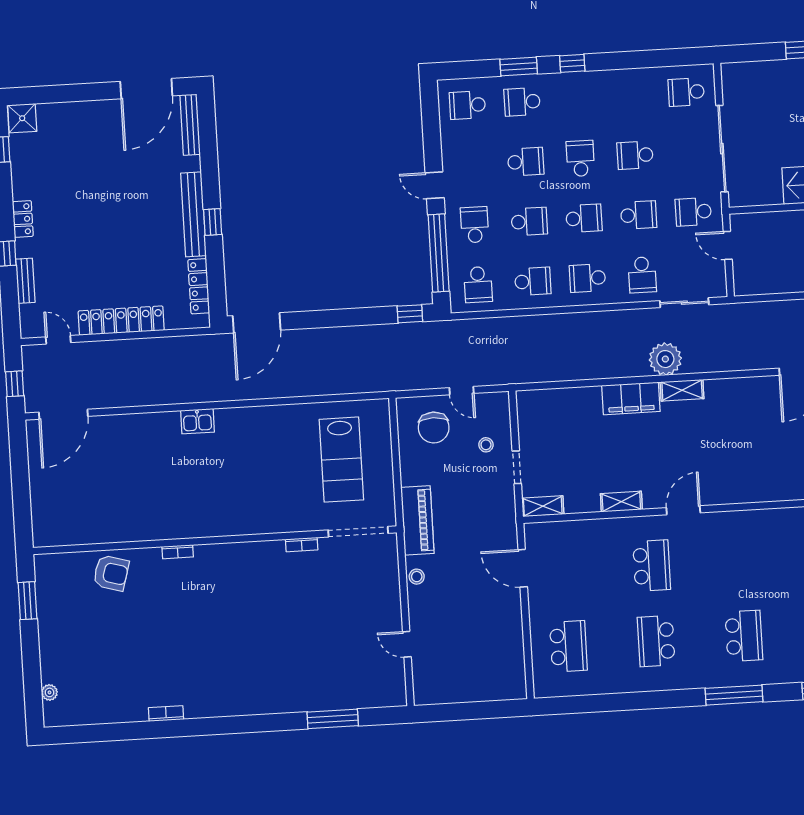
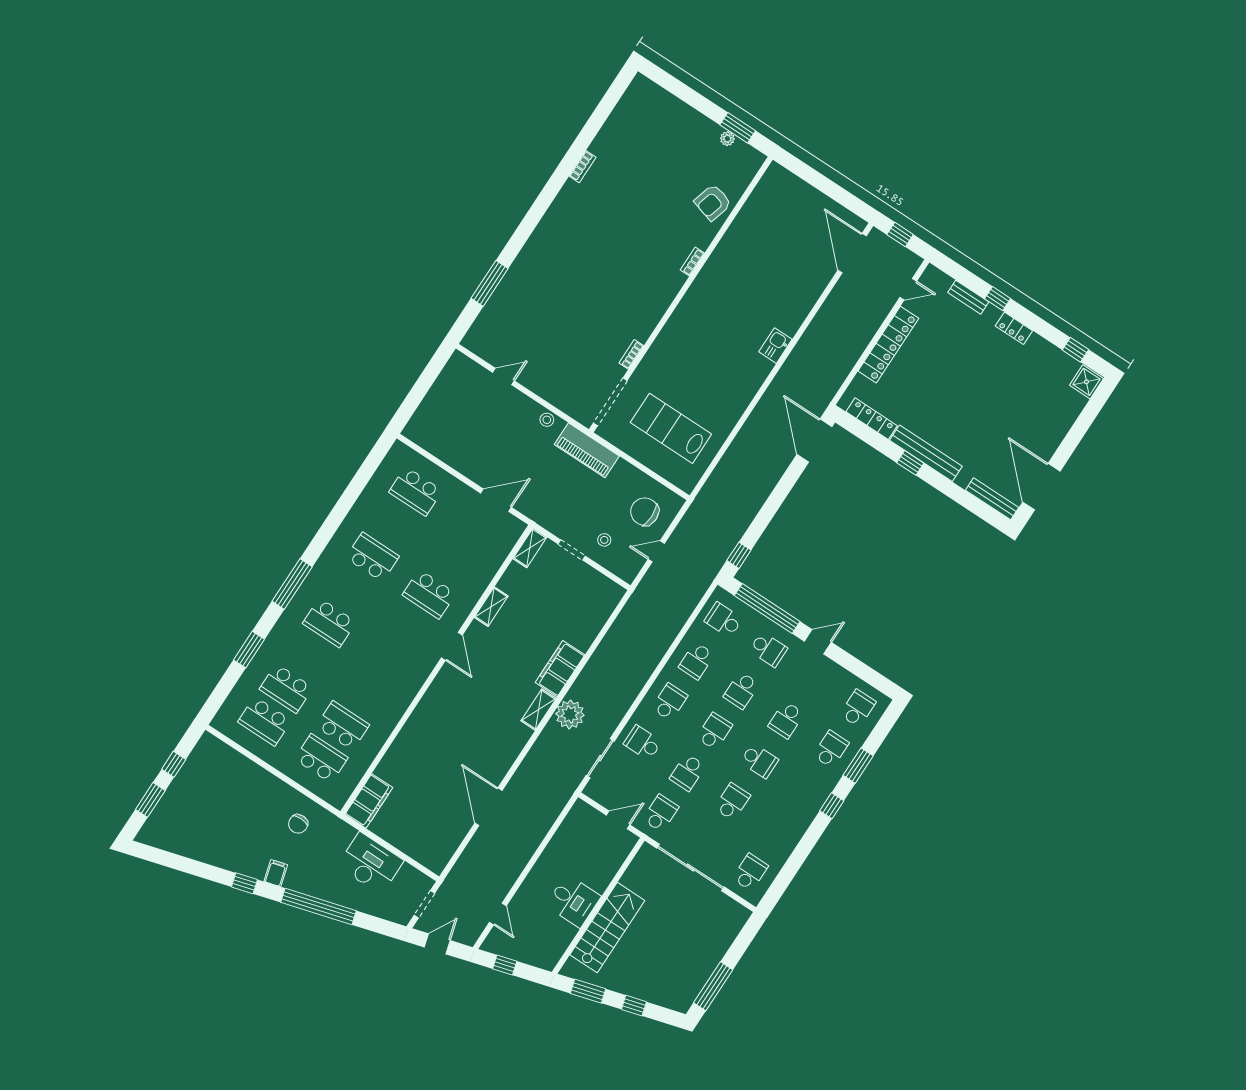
school desk: (584, 218) -> (714, 731), turned 180
plant: (49, 692) -> (727, 139), moved

